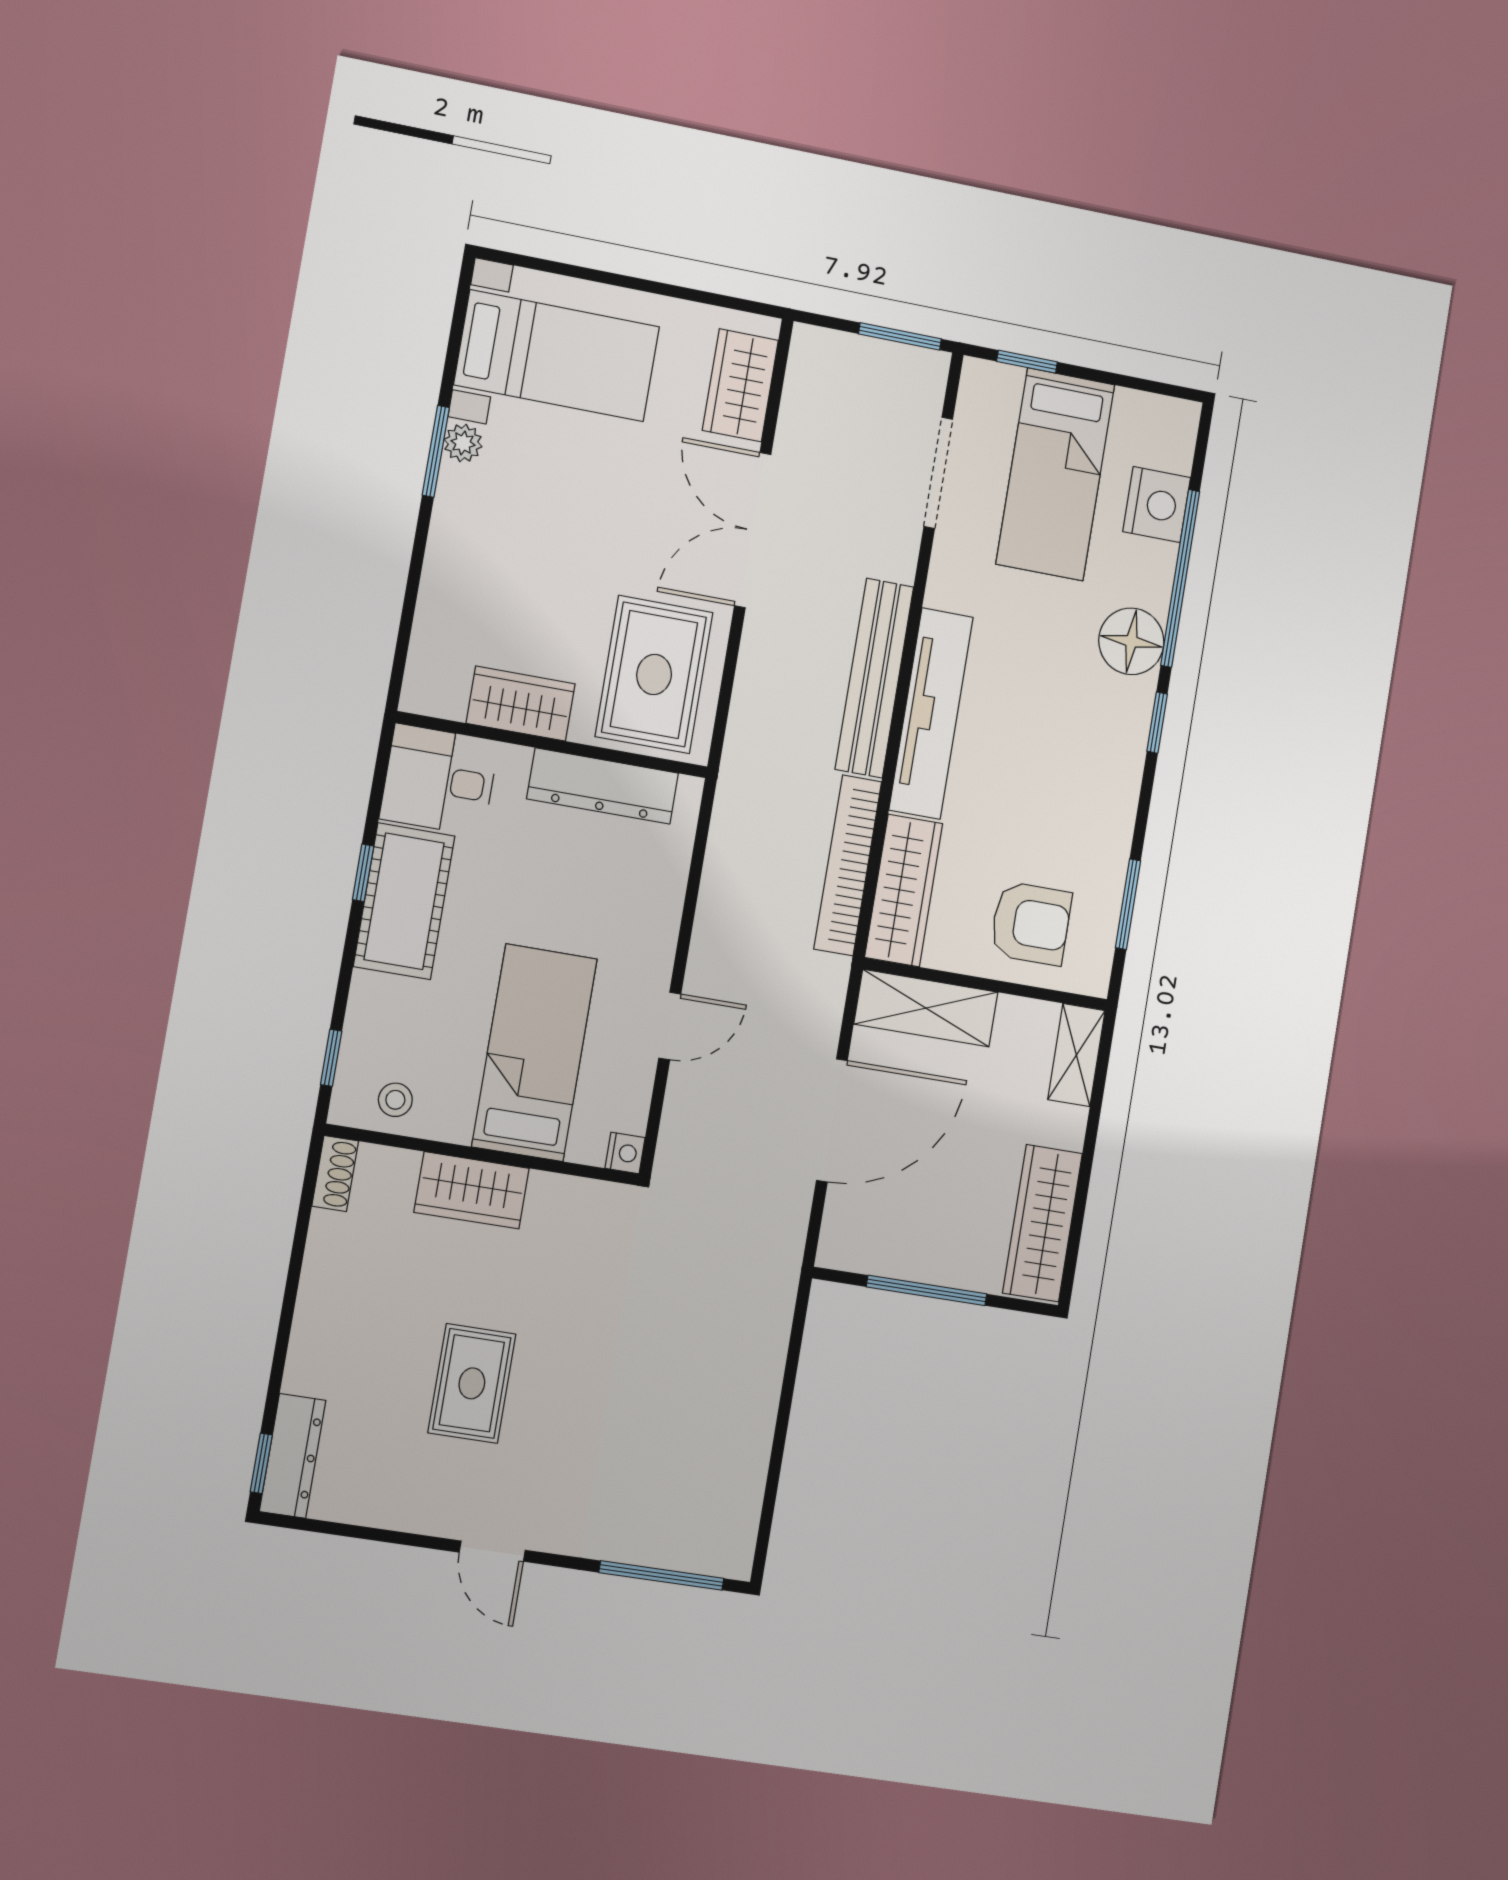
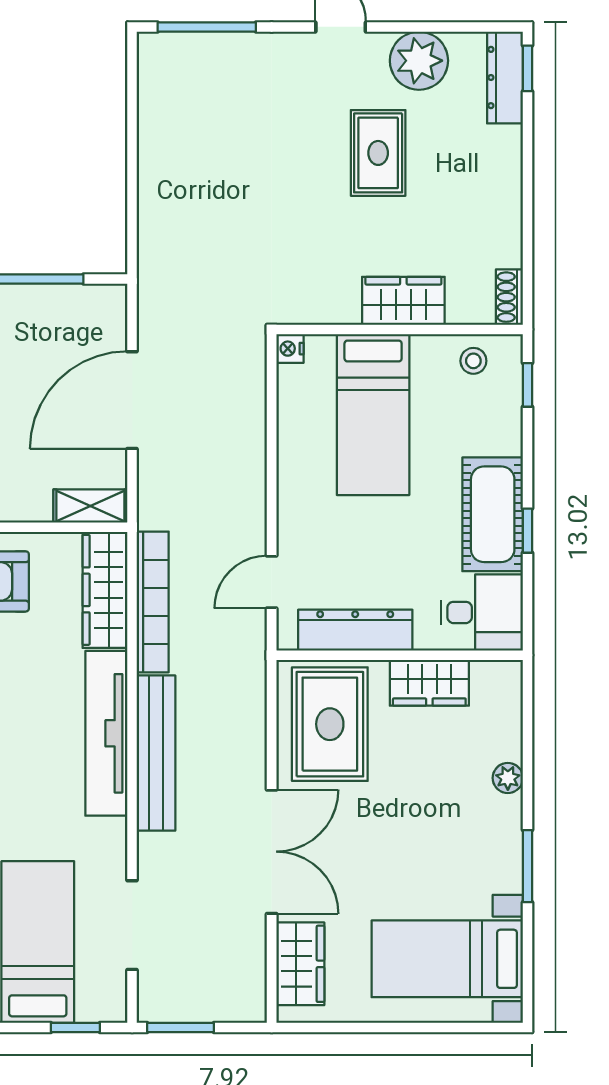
plant: (463, 443) -> (508, 778), moved
shelving: (926, 1008) -> (90, 506), width x0.67, depth x0.75
door: (670, 1026) -> (272, 582), moved
plant: (400, 1494) -> (419, 61), added

